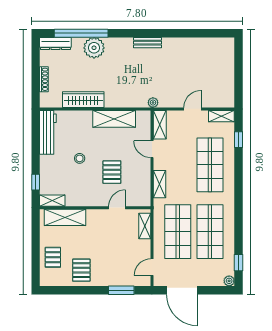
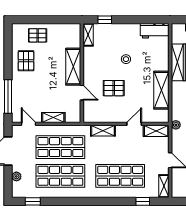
workbench: (48, 132) -> (155, 31), width x0.73
shelving: (65, 217) -> (73, 67), moved
shelving: (145, 226) -> (53, 117), moved
pallet: (81, 270) -> (26, 61), turned 90
plant: (229, 281) -> (16, 176), moved
window: (121, 290) -> (8, 96), width x1.44

